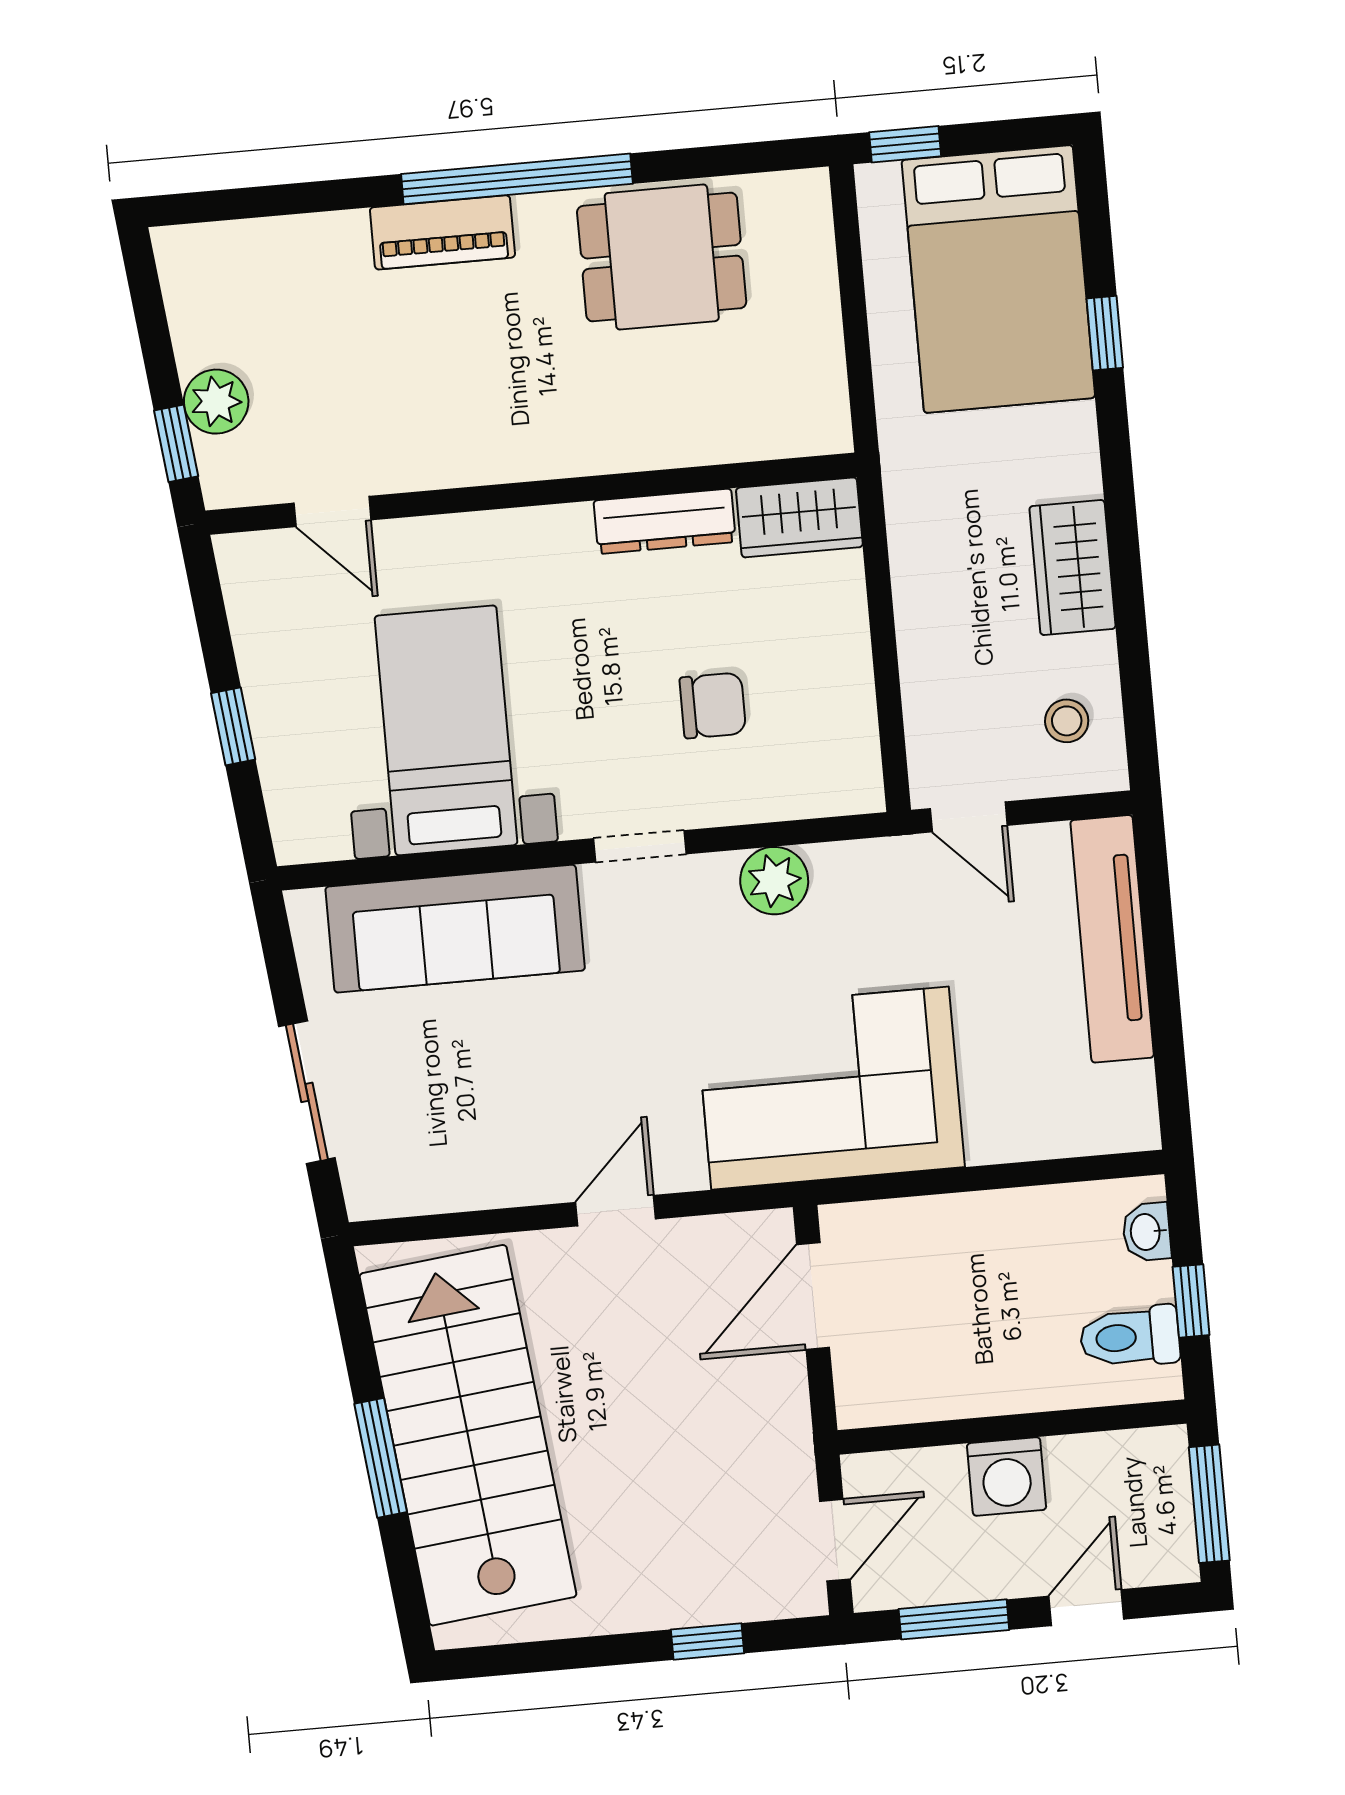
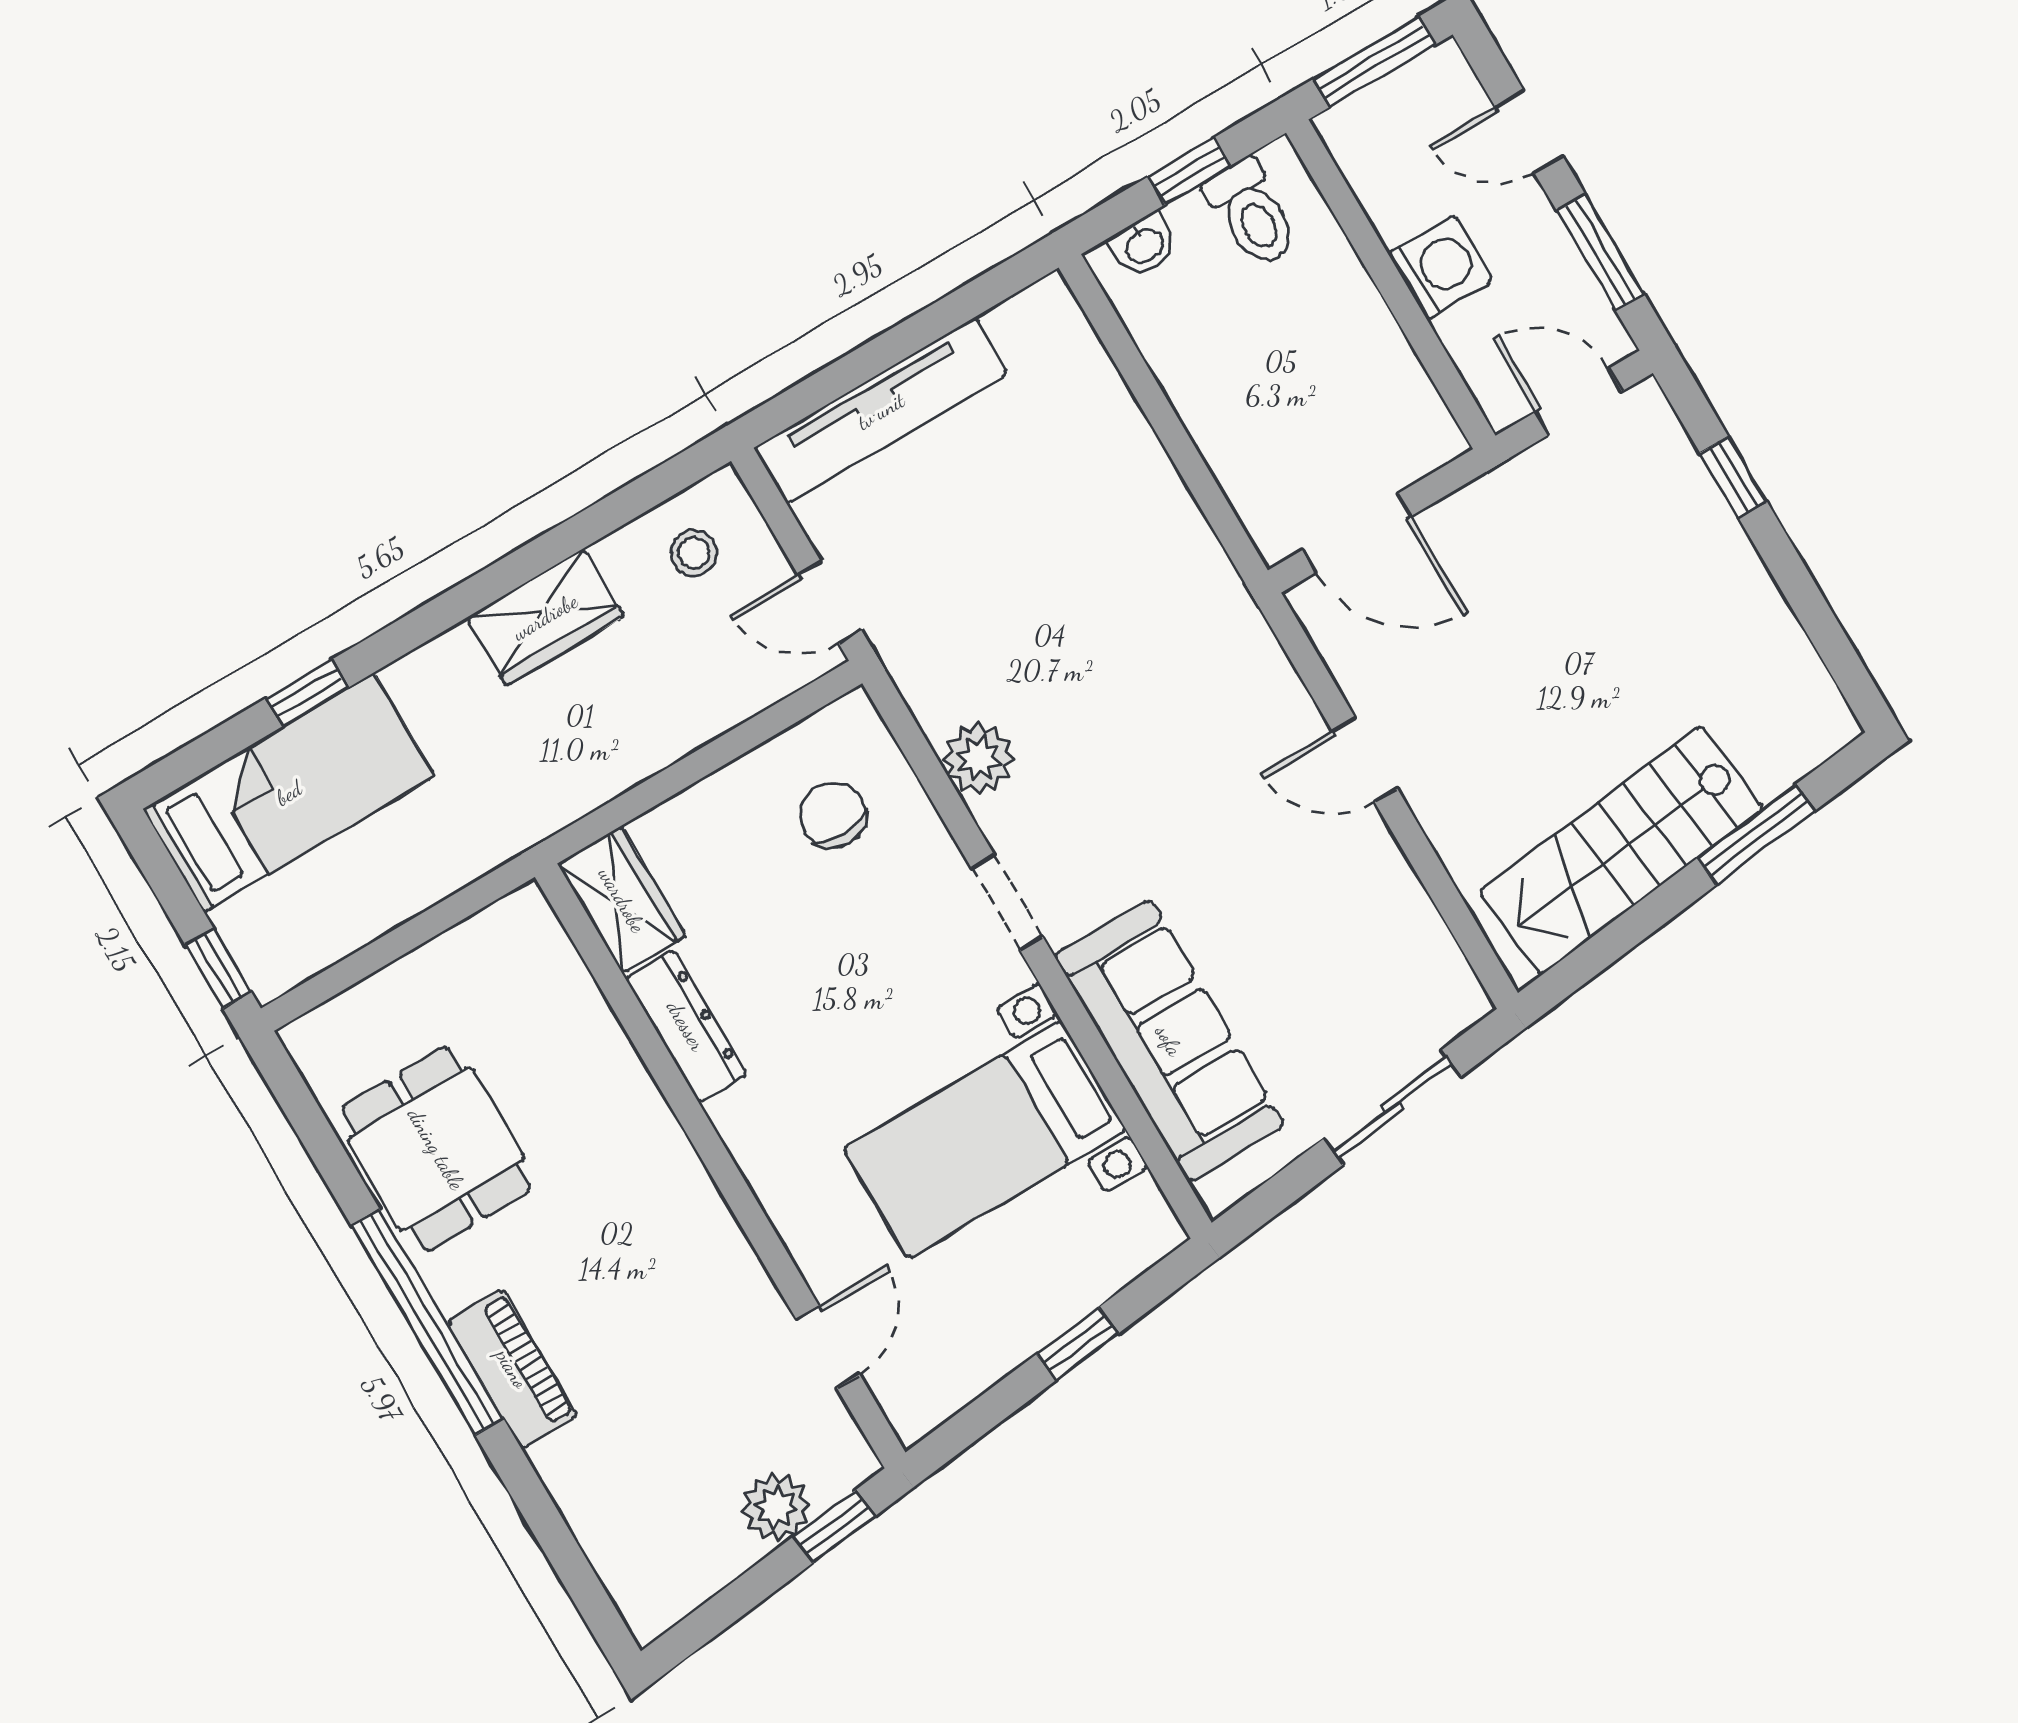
bed: (998, 279) -> (289, 793), width x0.67
chair: (713, 705) -> (833, 815), moved
door: (969, 817) -> (830, 602), swing flipped
corner sofa: (830, 1088) -> (1151, 611), removed
stairs: (468, 1435) -> (1621, 850), width x0.73, depth x0.66
window: (381, 1458) -> (1756, 835), moved

